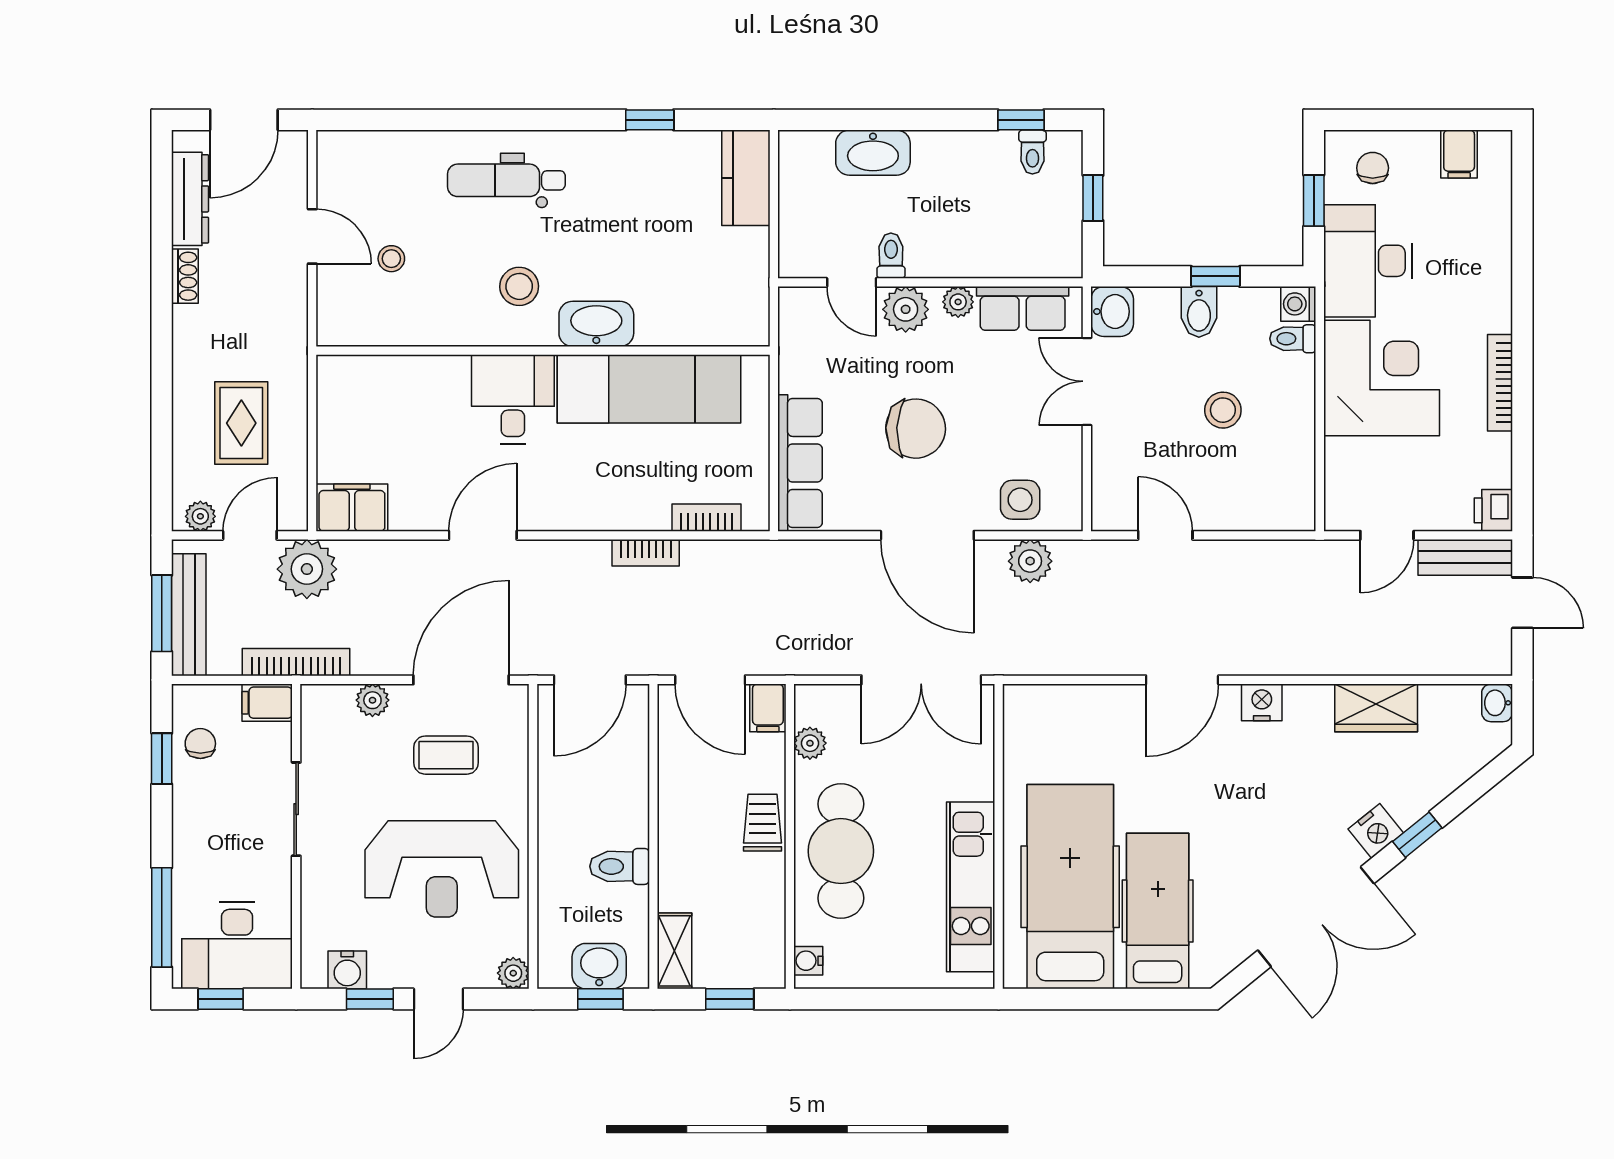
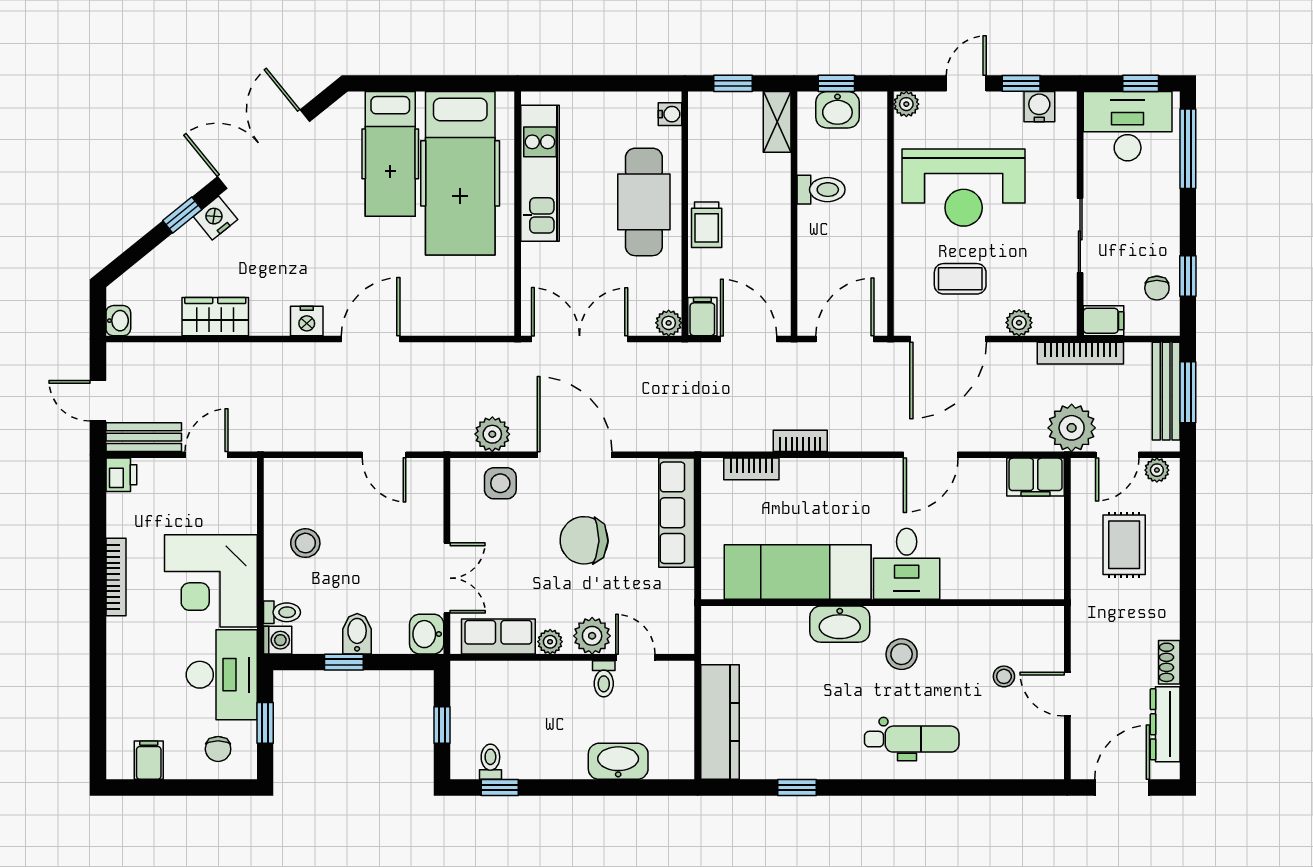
kitchen counter: (746, 178) -> (720, 722), width x1.50
stool: (1223, 410) -> (305, 543), moved
plant: (810, 743) -> (669, 323), moved
reception desk: (442, 869) -> (964, 188), turned 180

